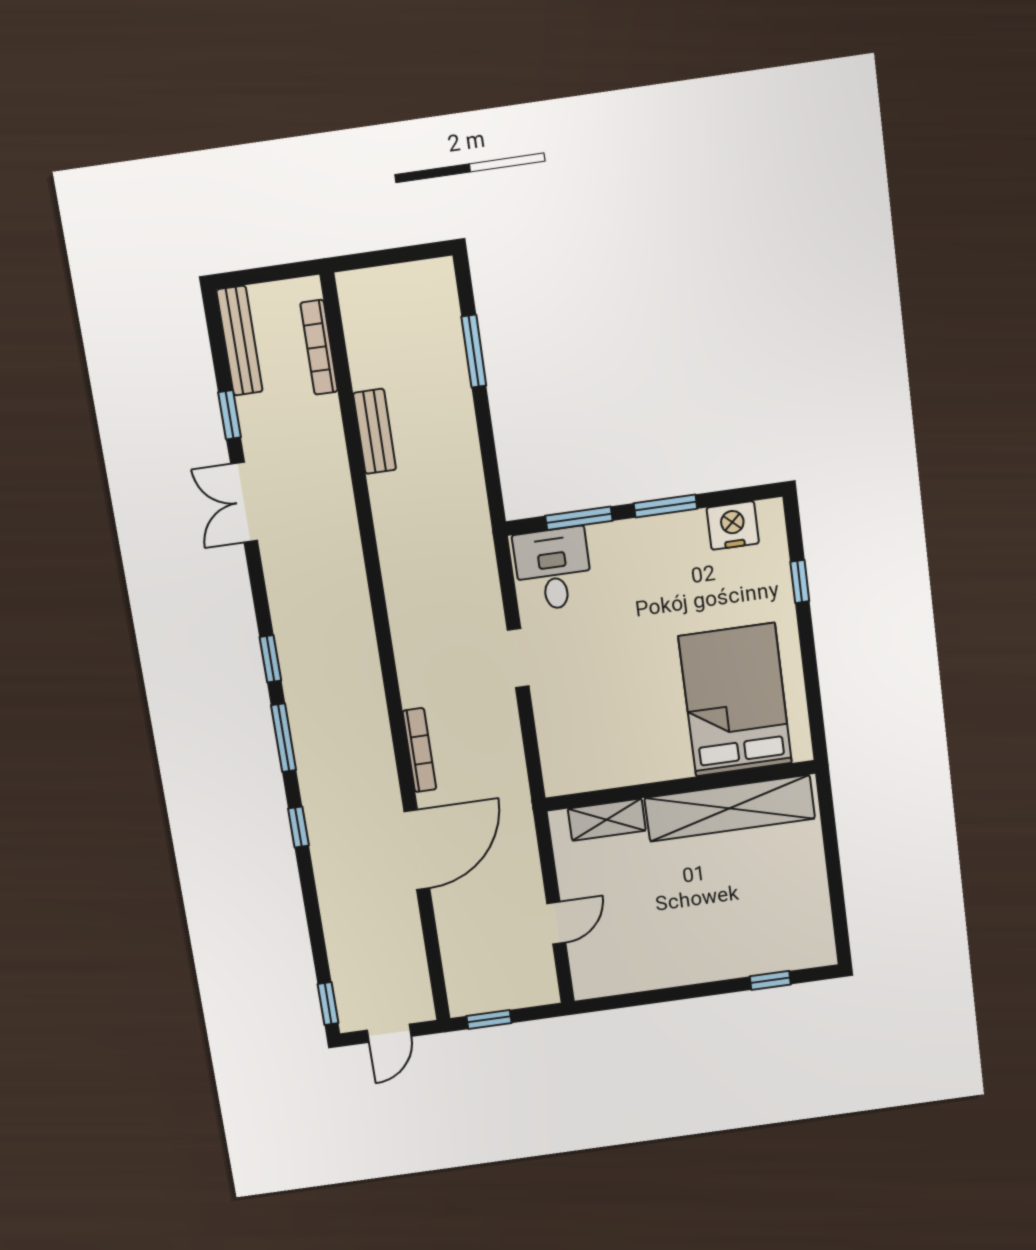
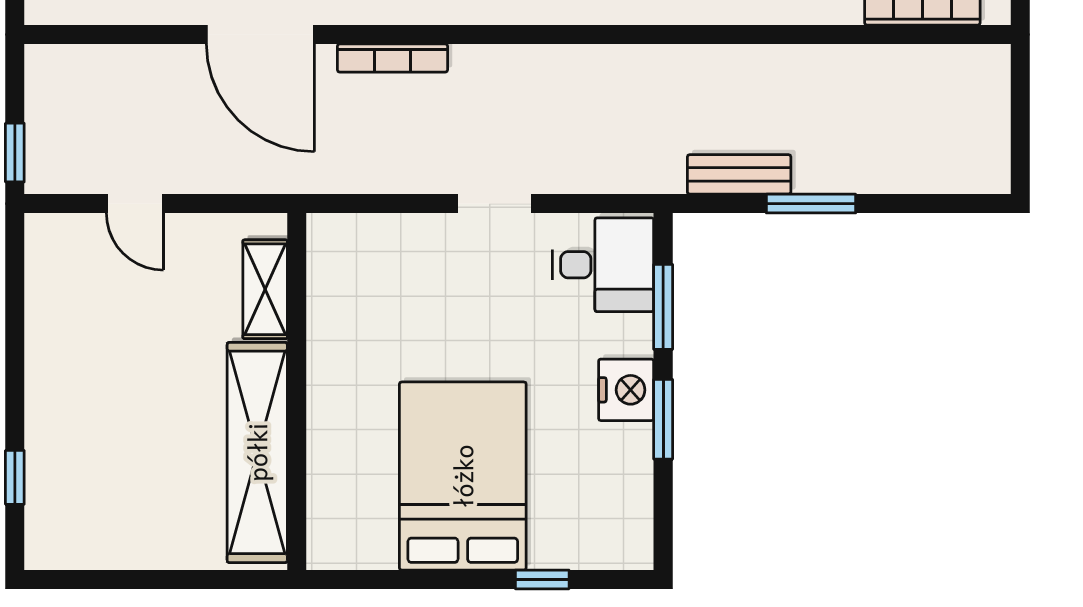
window: (474, 351) -> (811, 204), moved
bench: (375, 431) -> (739, 174), moved
nightstand: (733, 525) -> (626, 390), moved
bed: (735, 700) -> (463, 476), moved, turned -90
window: (489, 1019) -> (15, 153), moved

